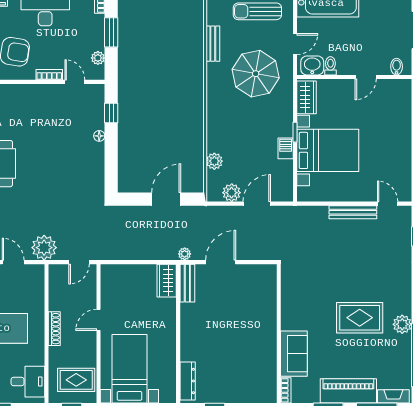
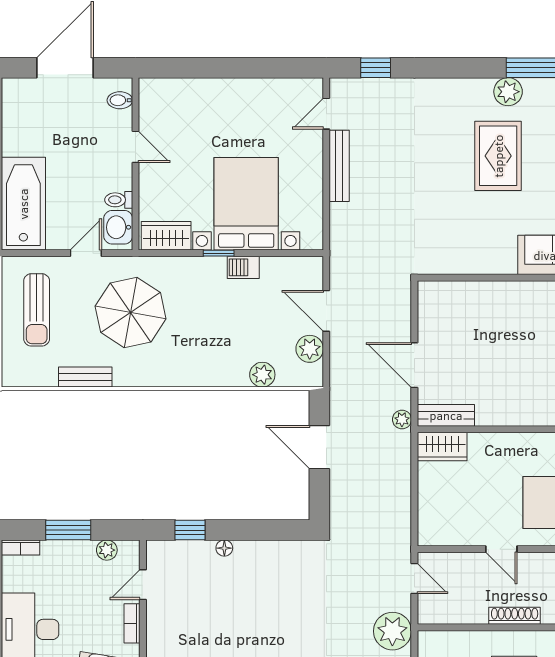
door: (295, 44) -> (86, 253), hinge flipped

